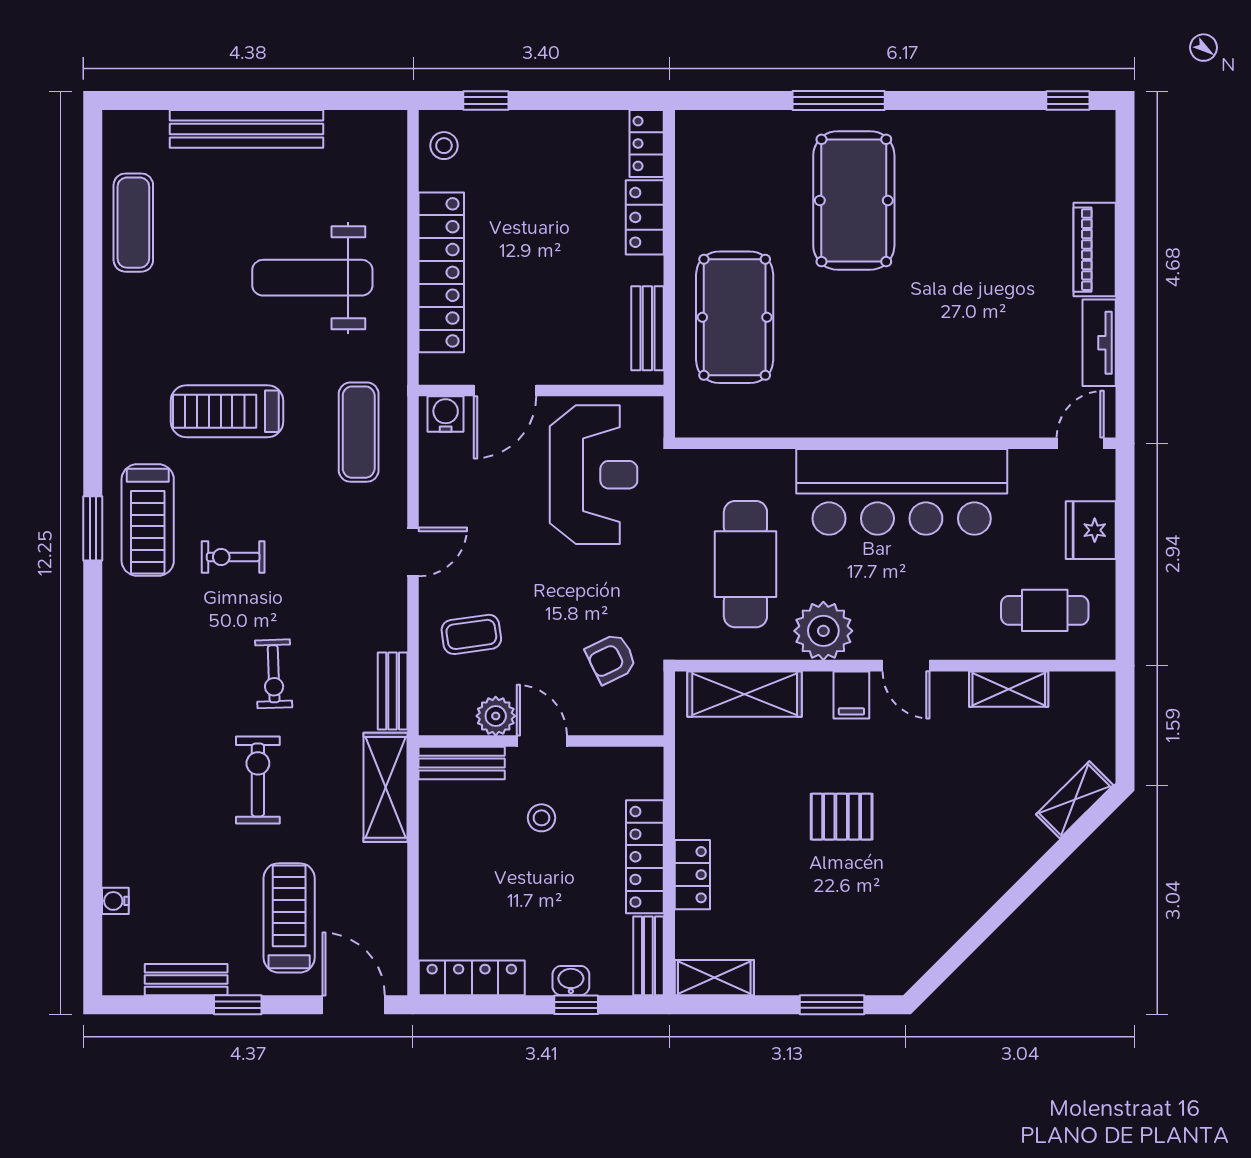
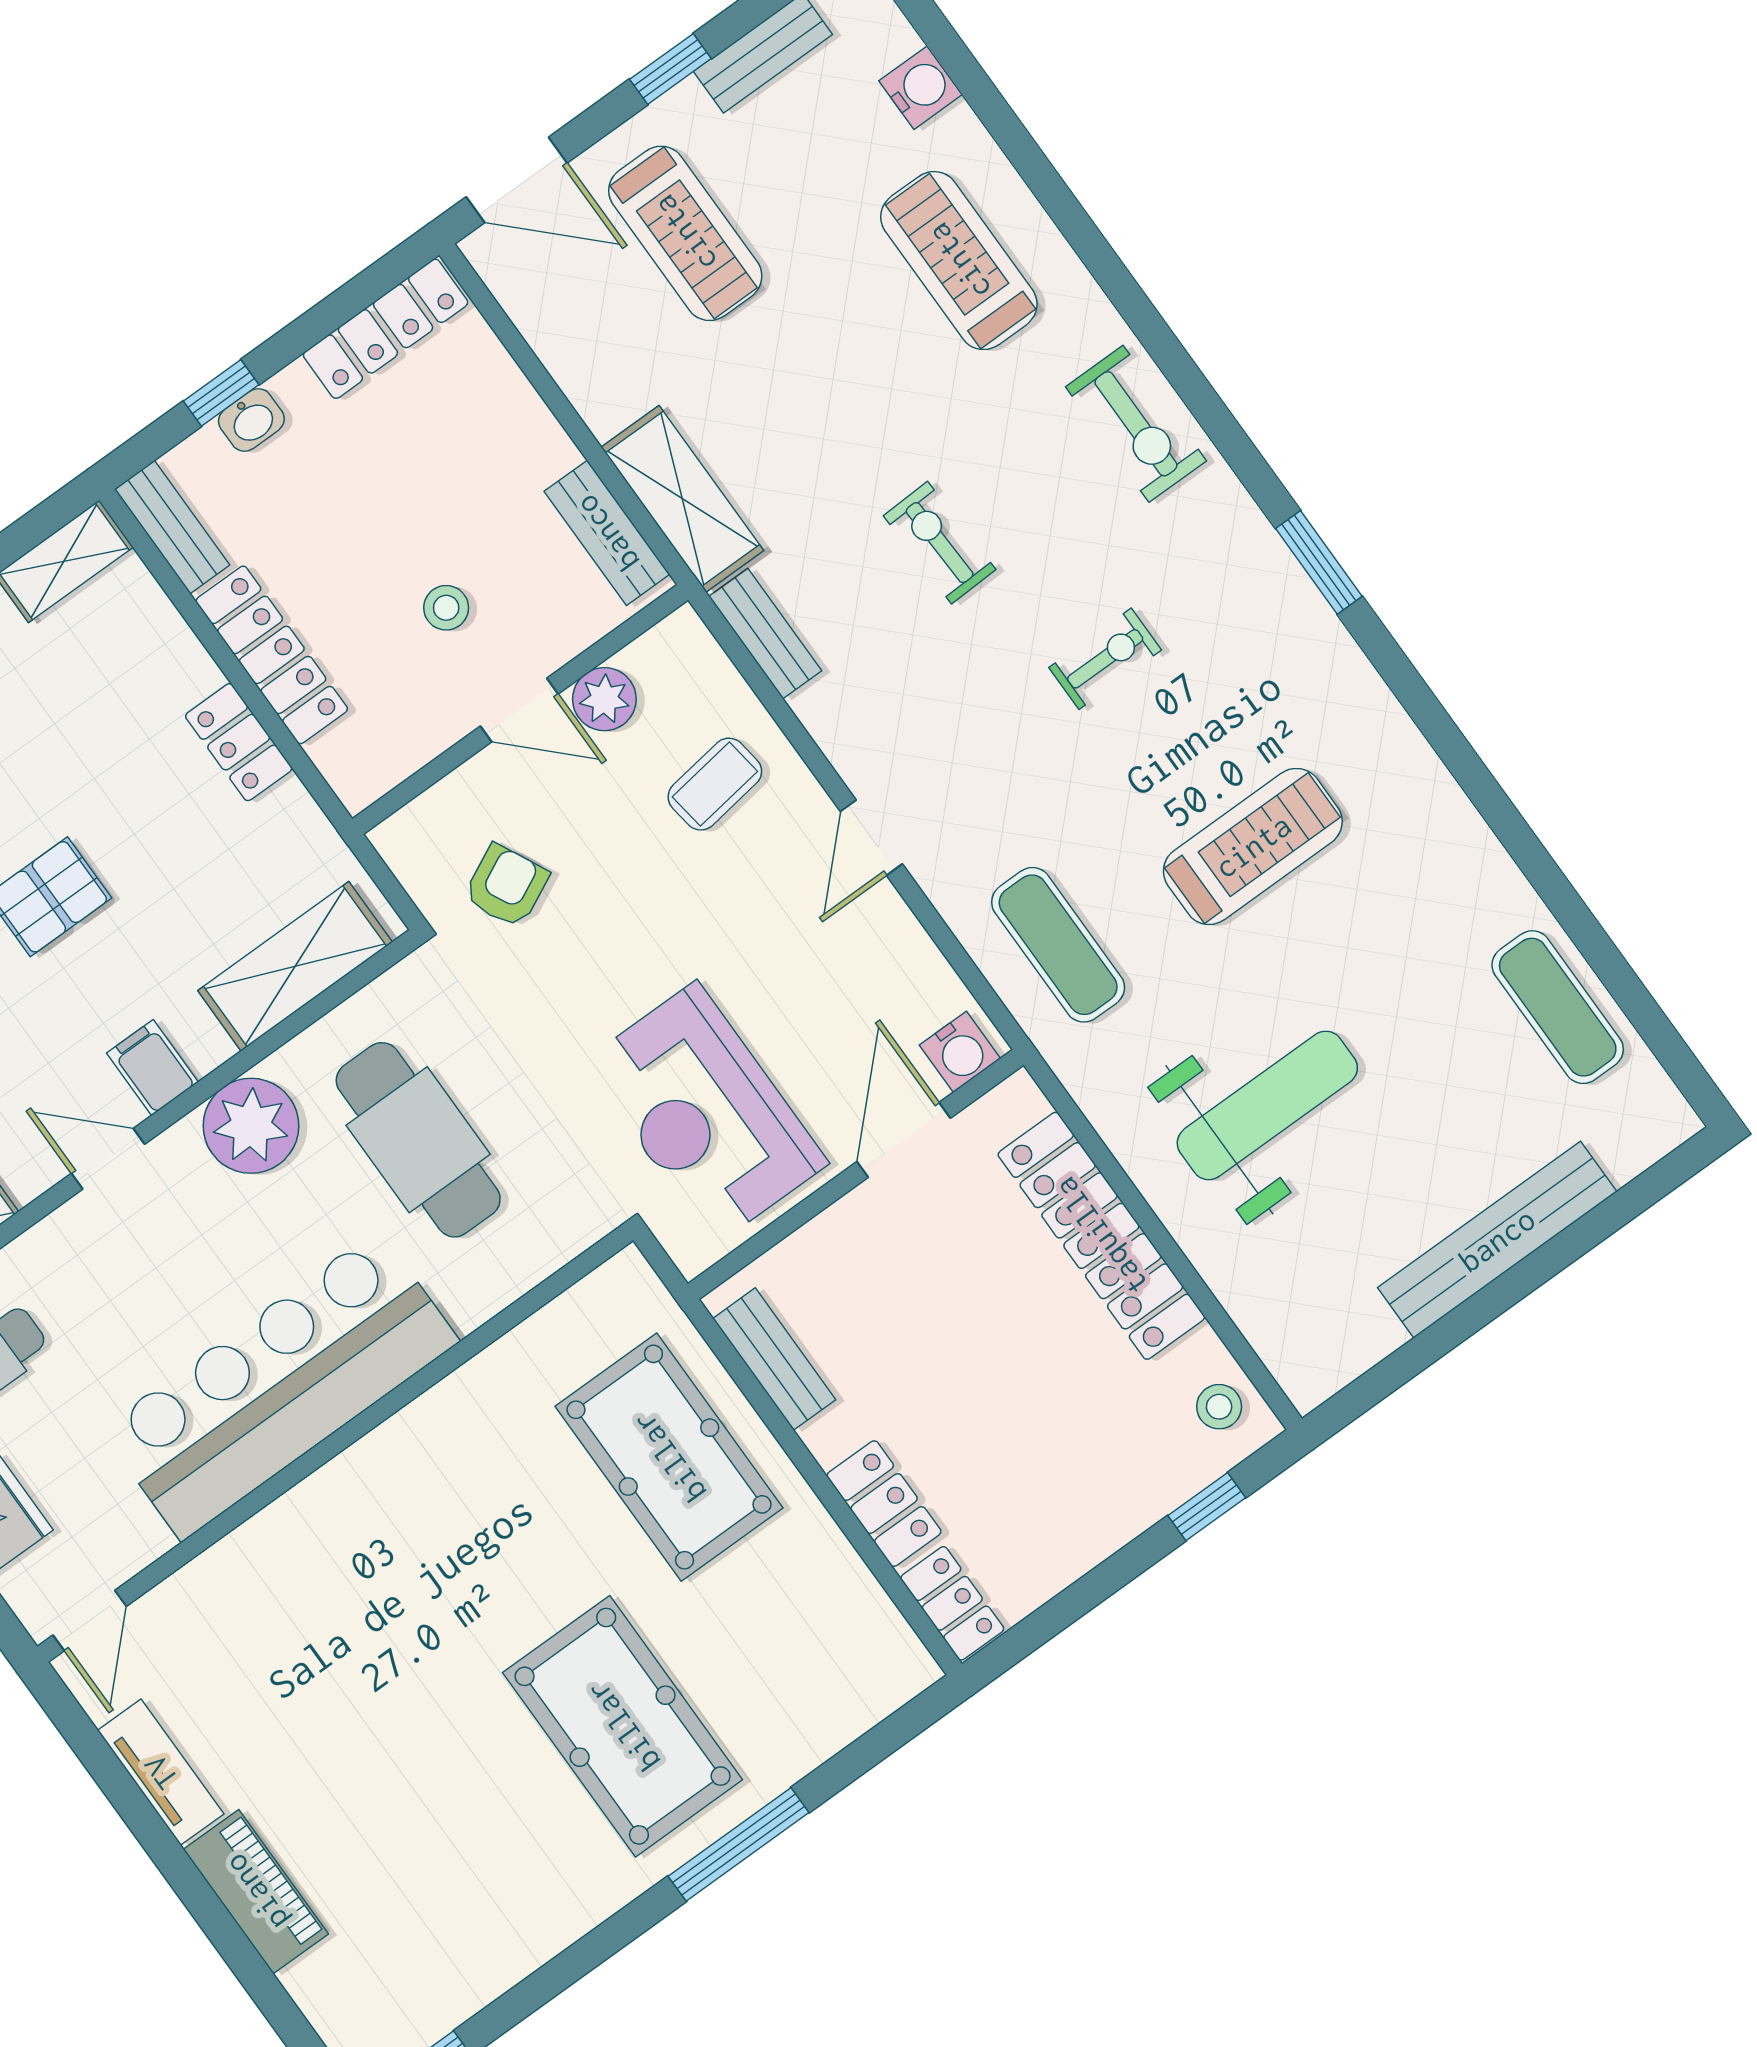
treadmill: (148, 520) -> (959, 261), moved
bench: (462, 763) -> (607, 533), moved, turned 90
exercise bike: (258, 780) -> (1136, 424), moved
locker: (692, 875) -> (239, 742), moved
water cooler: (115, 901) -> (921, 88), width x1.38, depth x1.38

